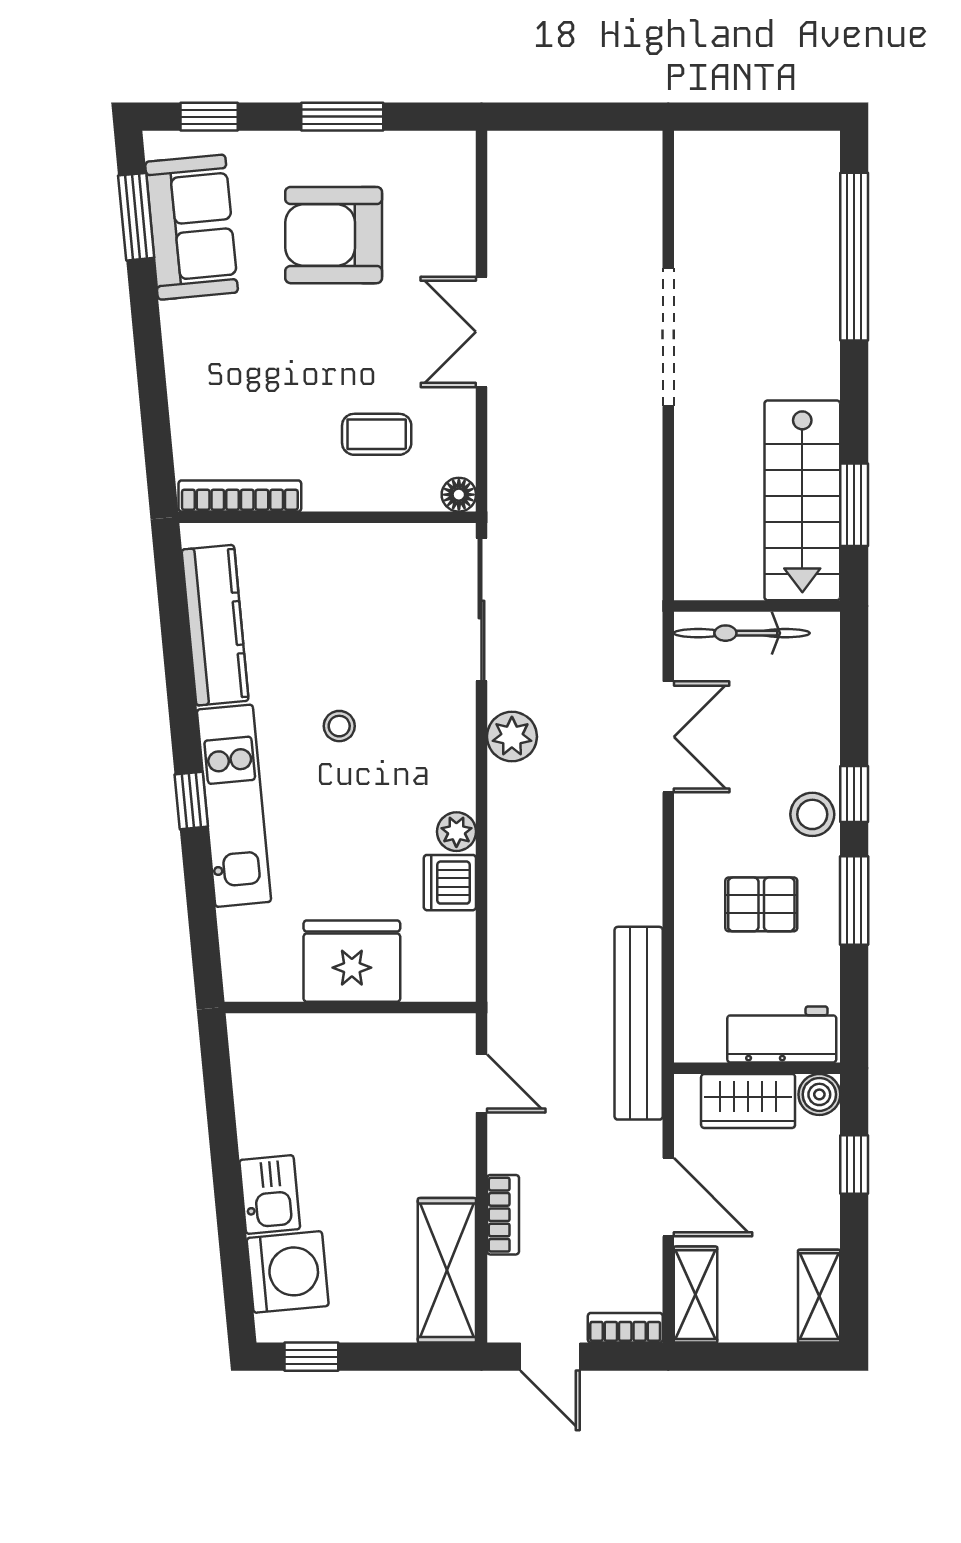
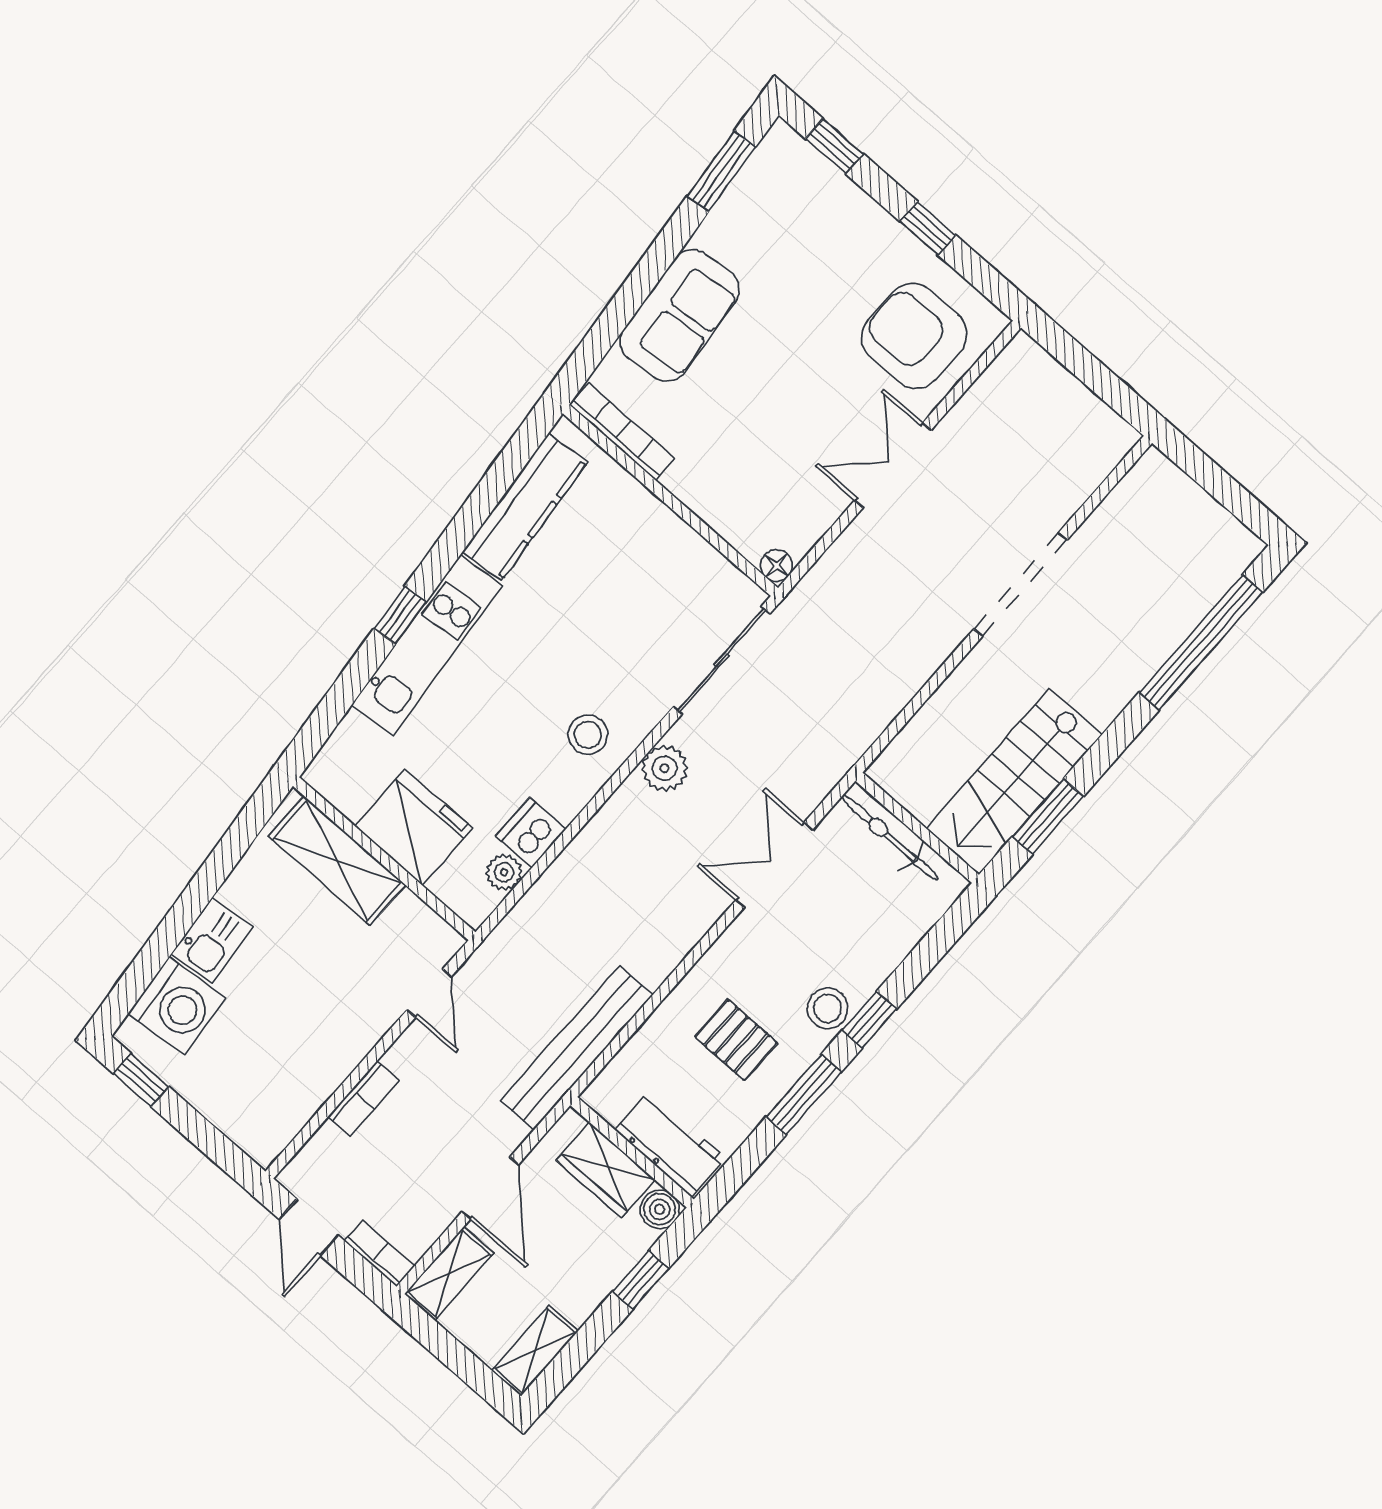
window: (342, 117) -> (928, 228), width x0.67
sofa: (192, 227) -> (680, 315), moved
armchair: (334, 235) -> (914, 336), moved
coffee table: (377, 434) -> (756, 473), removed
stool: (339, 726) -> (588, 735), moved, width x1.37, depth x1.37
double door: (668, 737) -> (774, 865), swing flipped
plant: (456, 832) -> (504, 872), moved
shelving: (447, 1270) -> (337, 861), moved, turned 90

